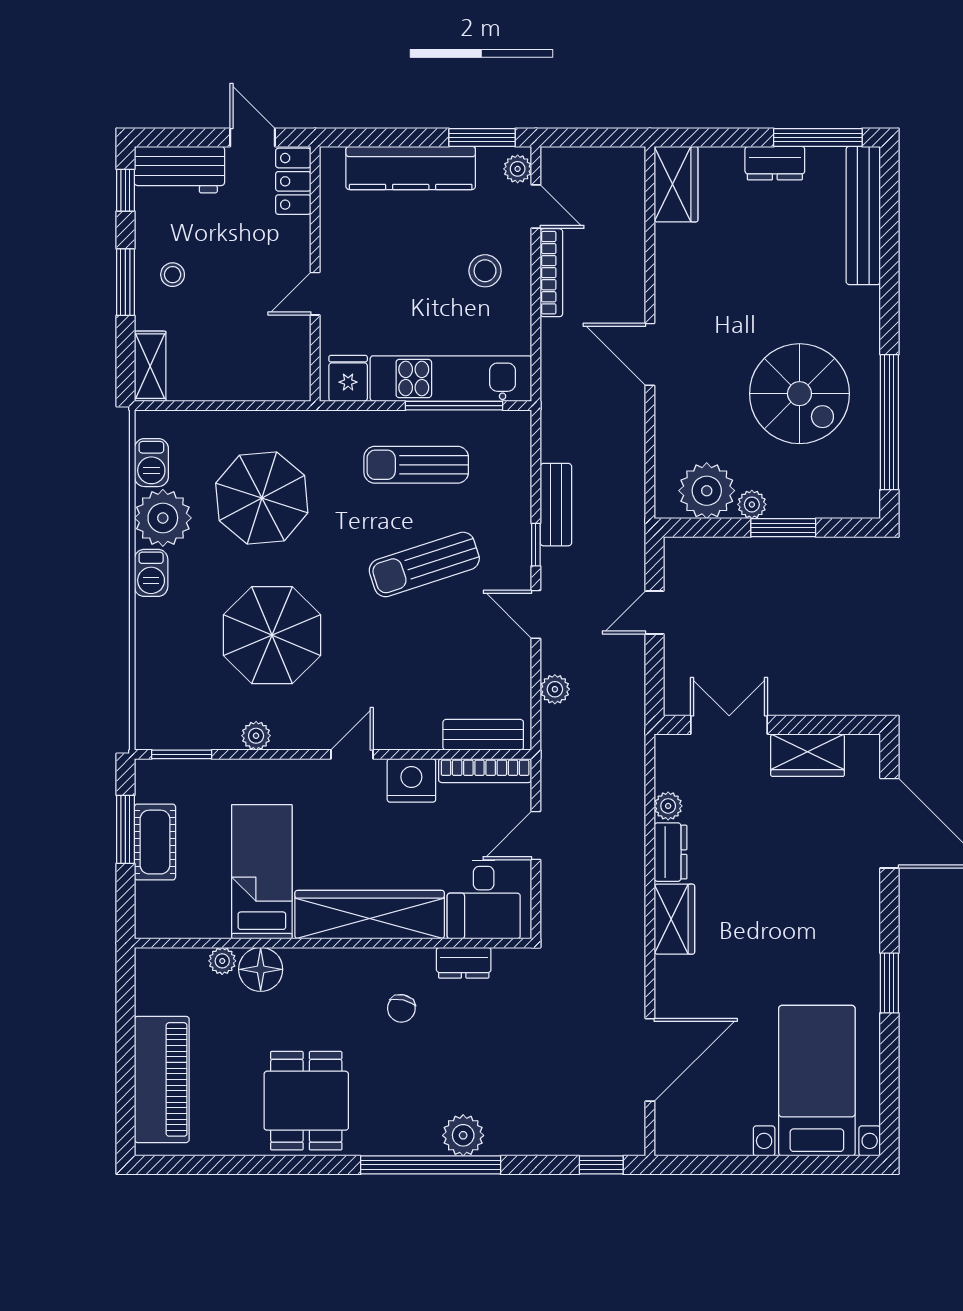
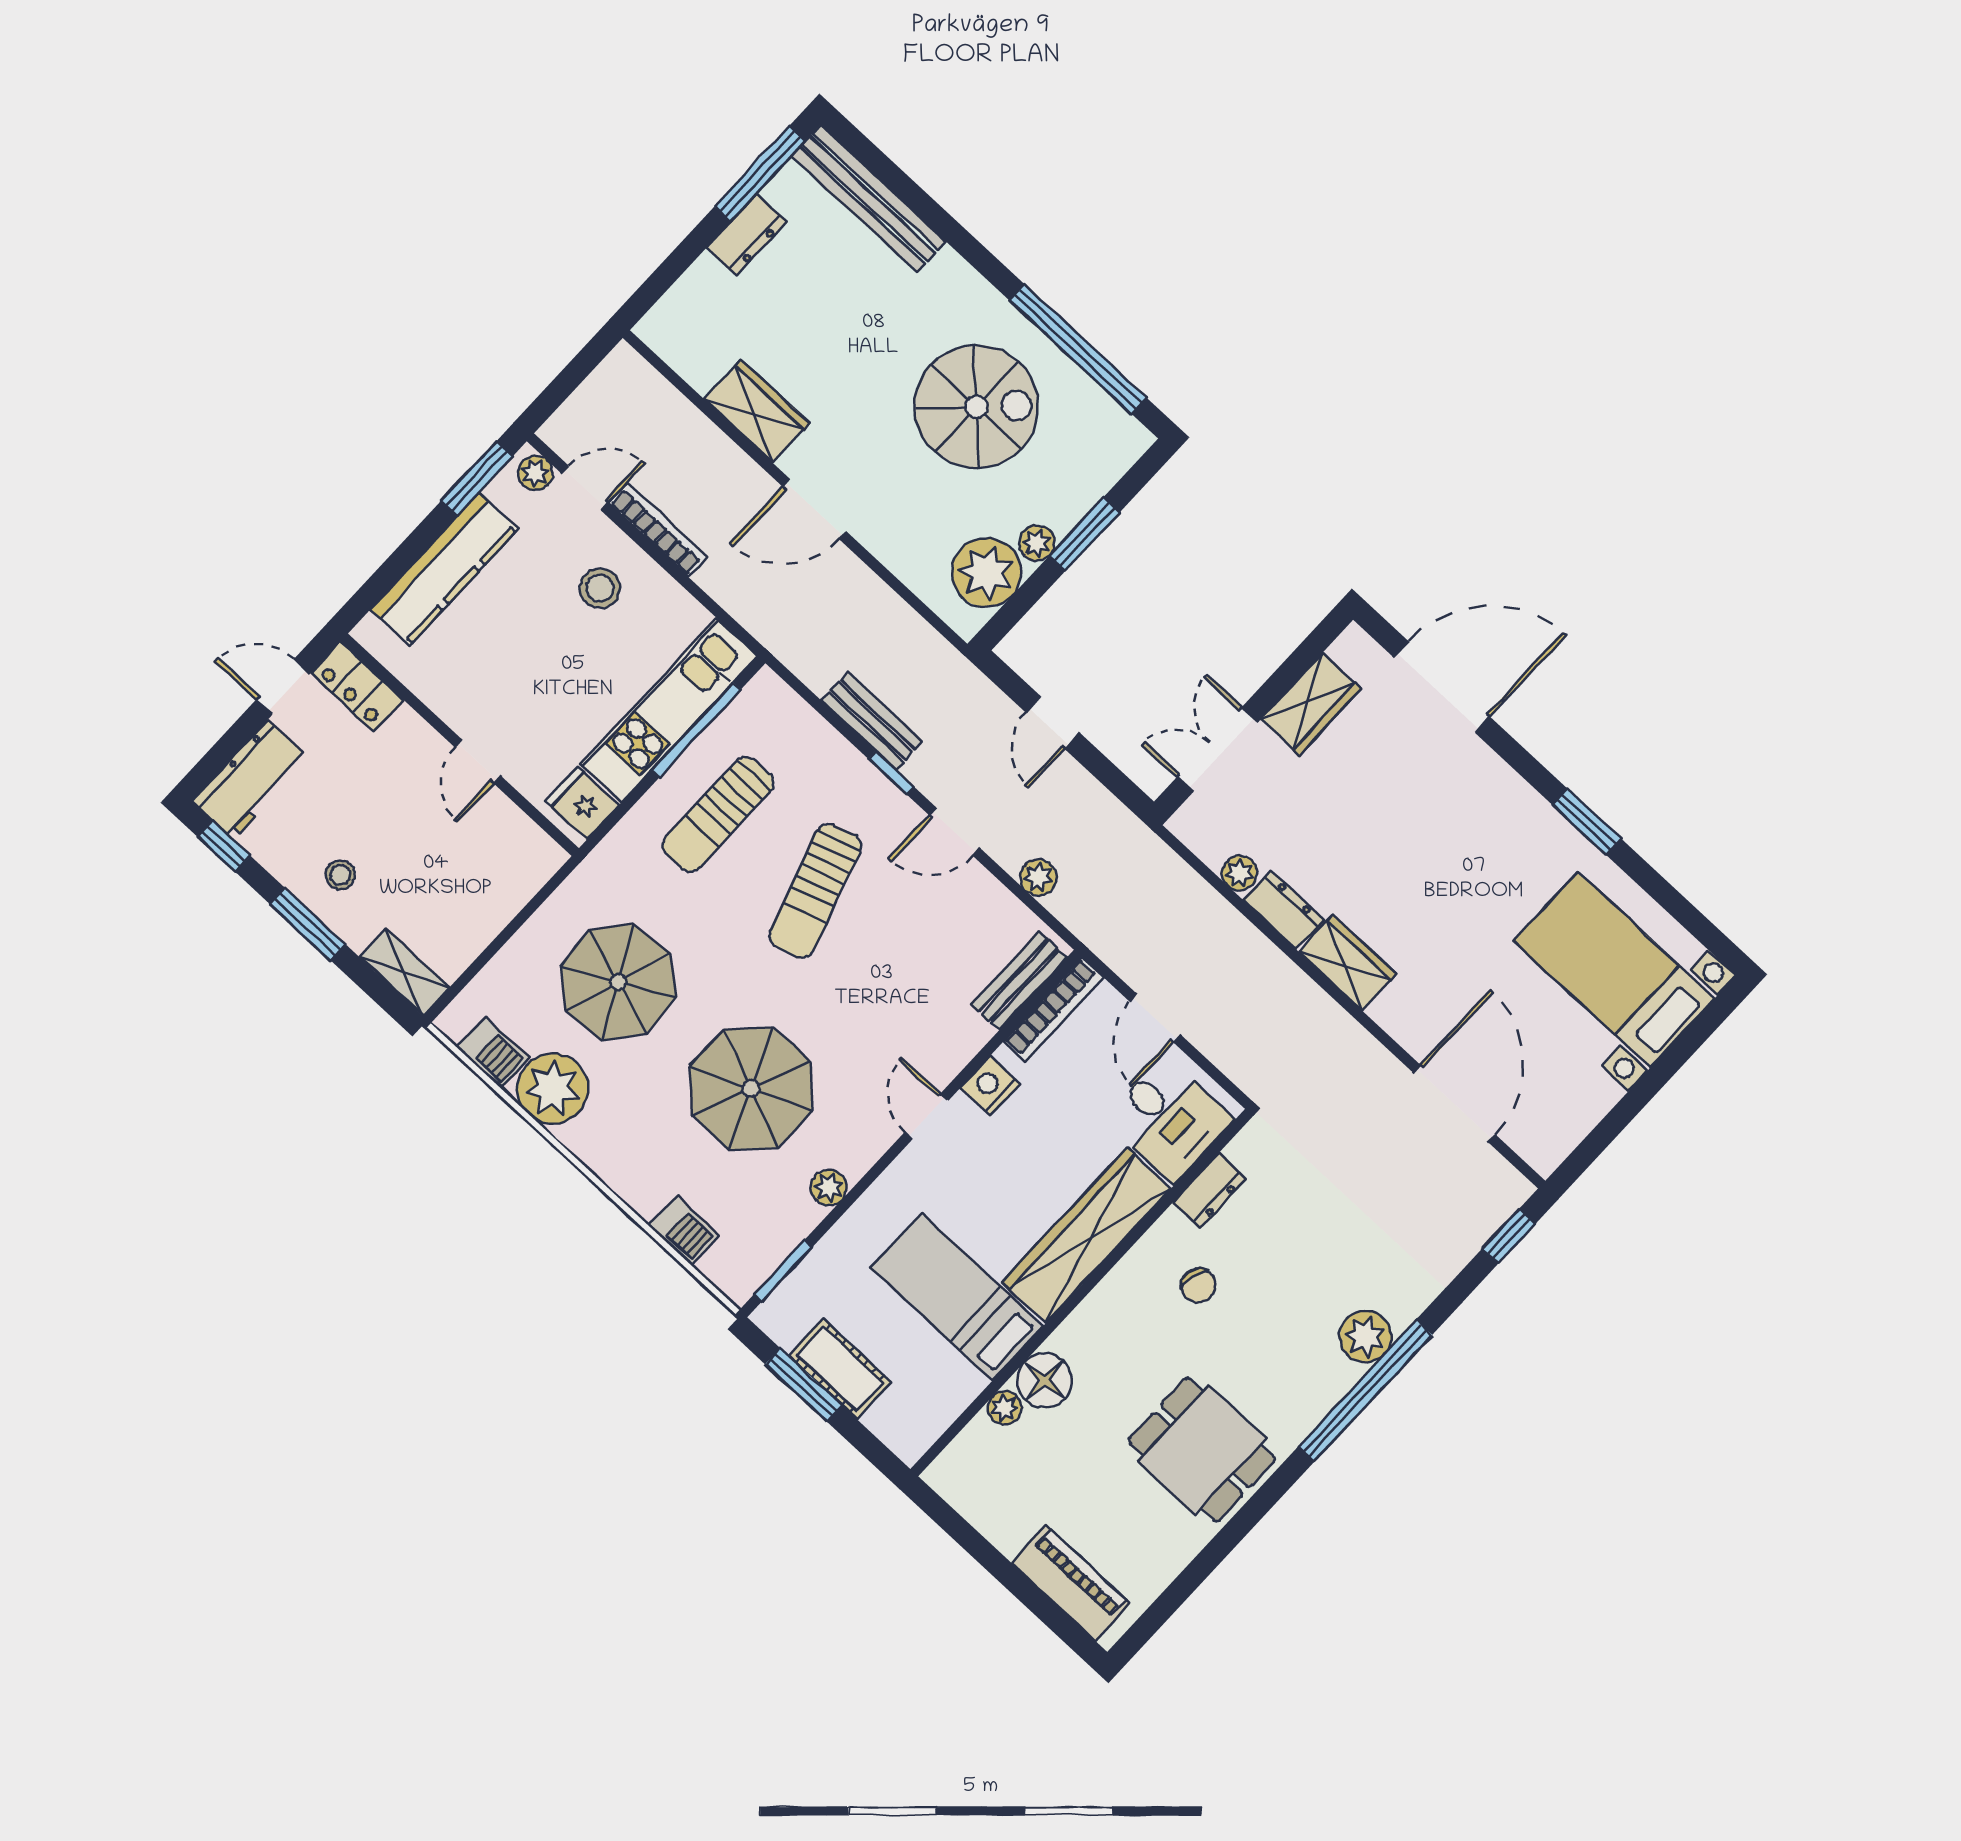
wardrobe: (676, 184) -> (757, 411), moved
barbecue: (151, 573) -> (684, 1230), moved
nightstand: (411, 780) -> (990, 1086), width x0.74, depth x0.75
piano: (162, 1079) -> (1071, 1583), width x0.73, depth x0.75

